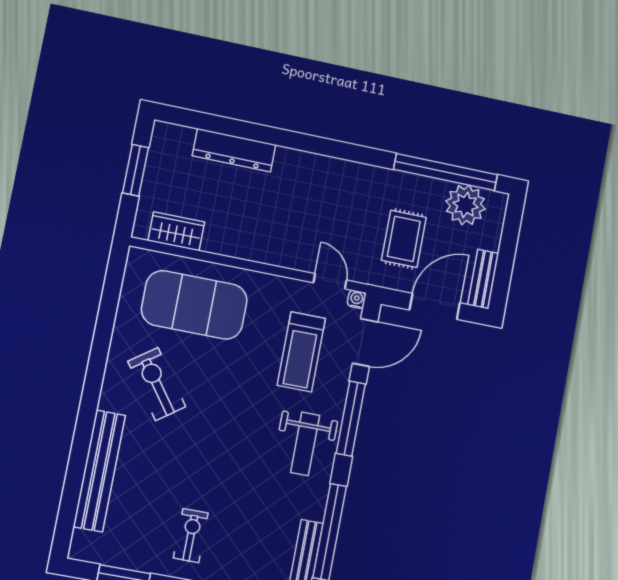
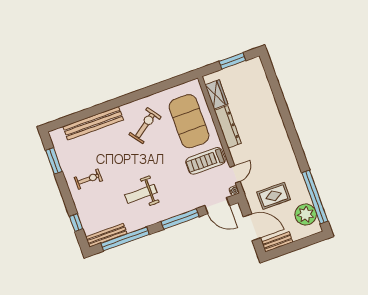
dresser: (234, 150) -> (228, 127), moved, turned 180
treadmill: (301, 352) -> (205, 161), moved
weight bench: (305, 444) -> (141, 194), moved

